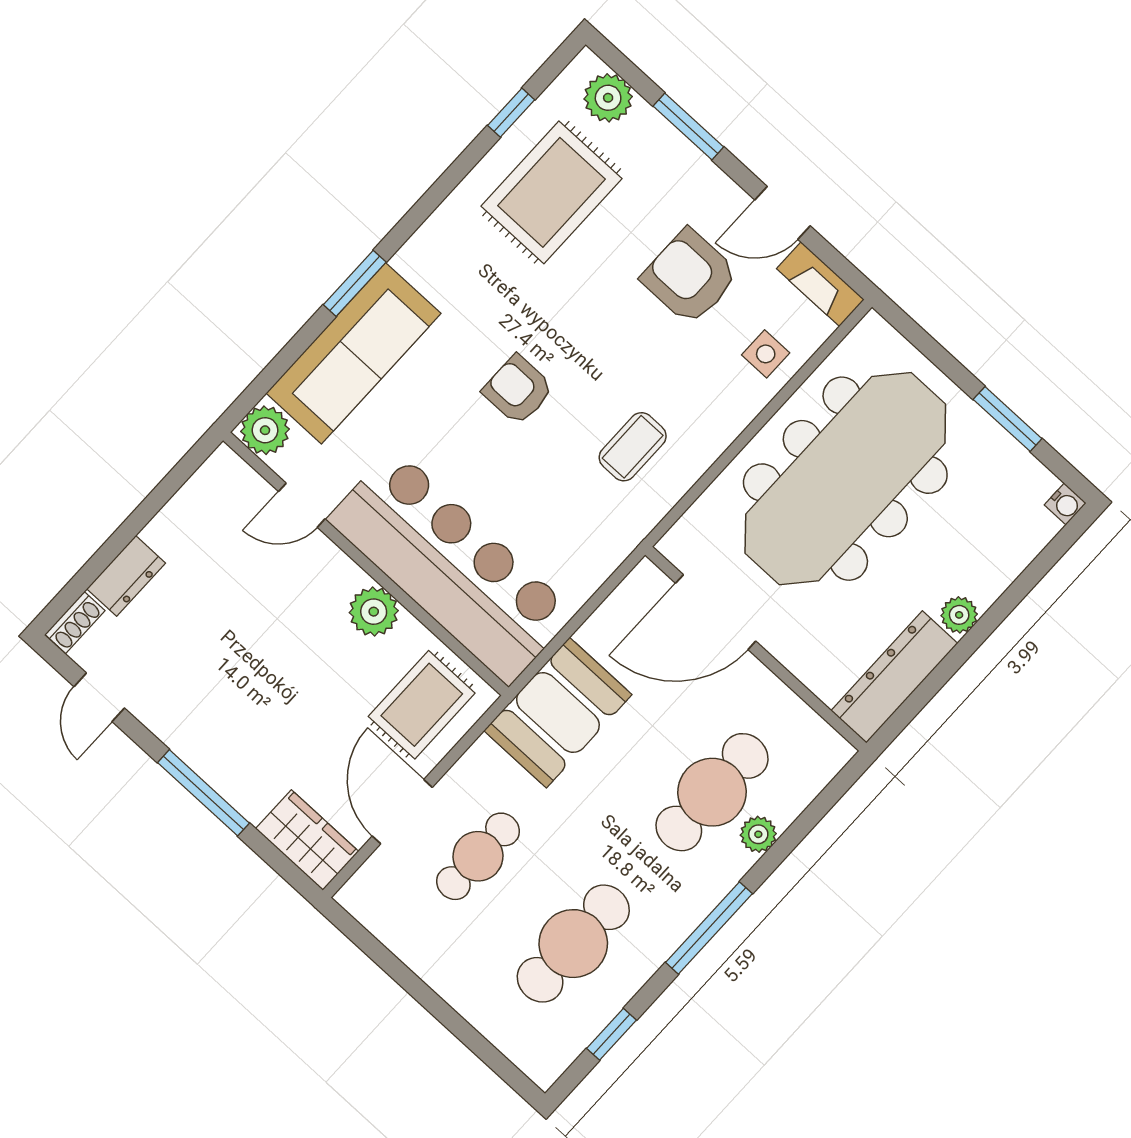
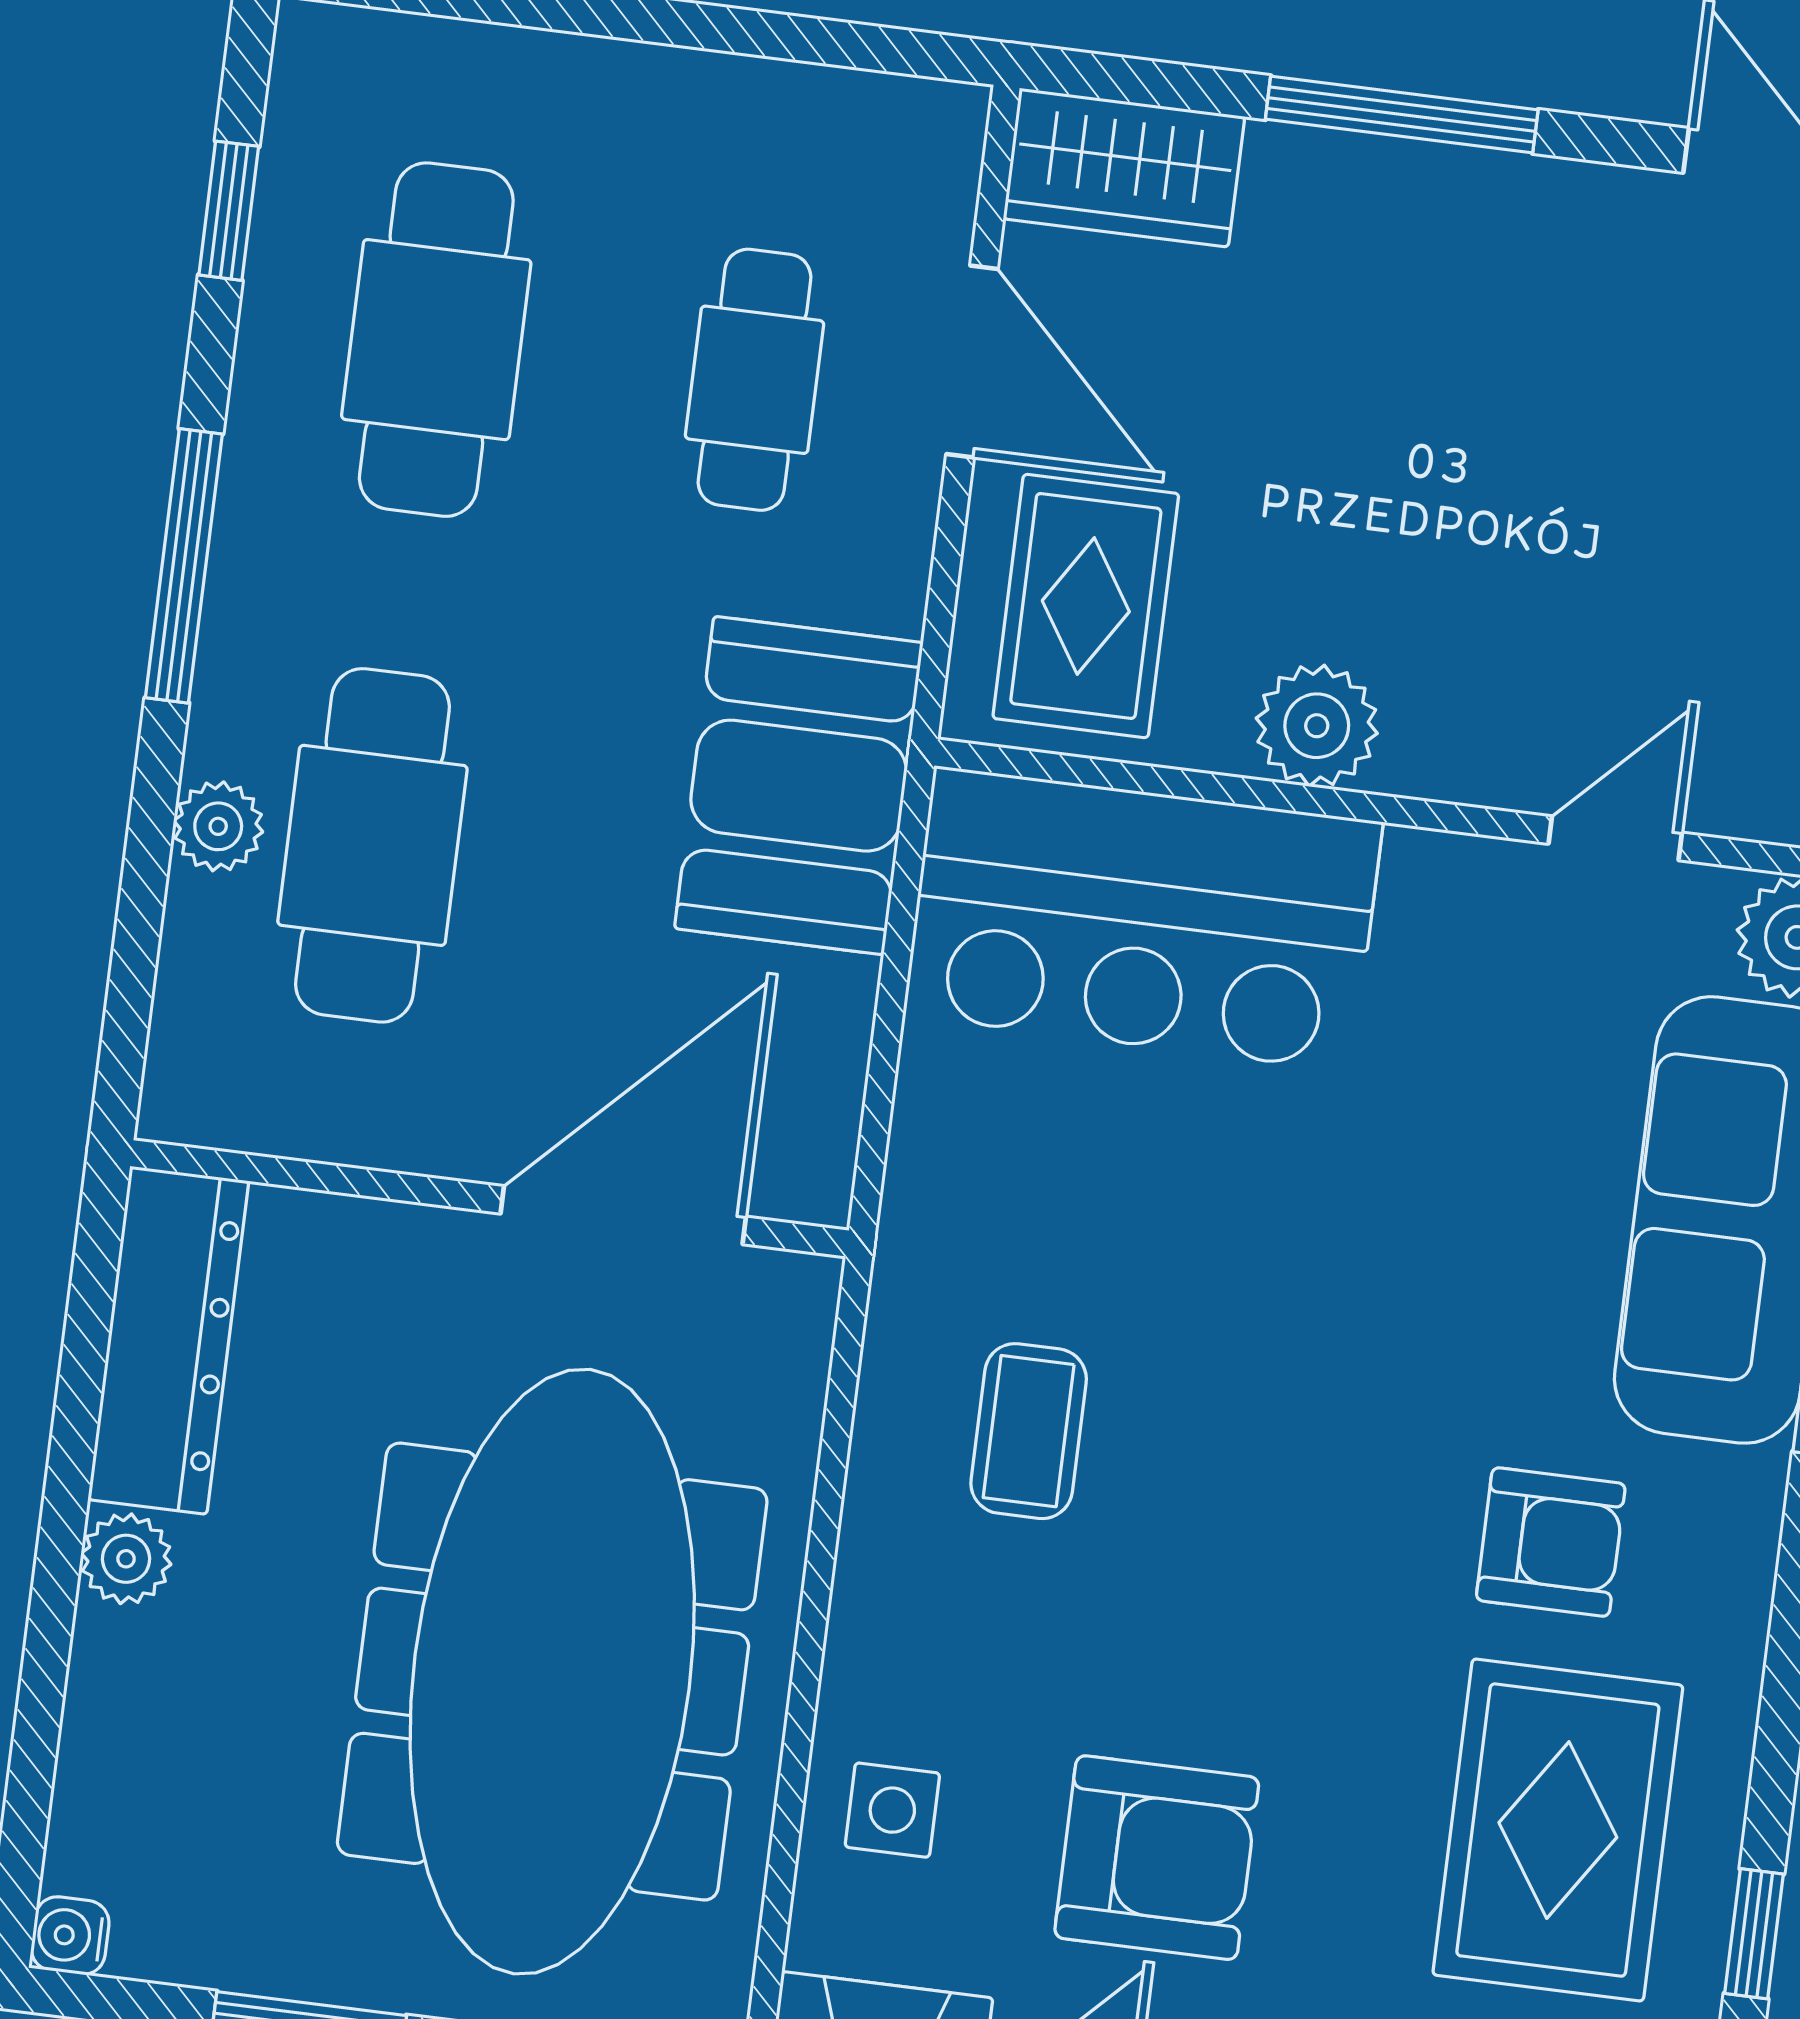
armchair: (518, 390) -> (1551, 1542), moved
bar counter: (451, 566) -> (1143, 919), width x0.73

